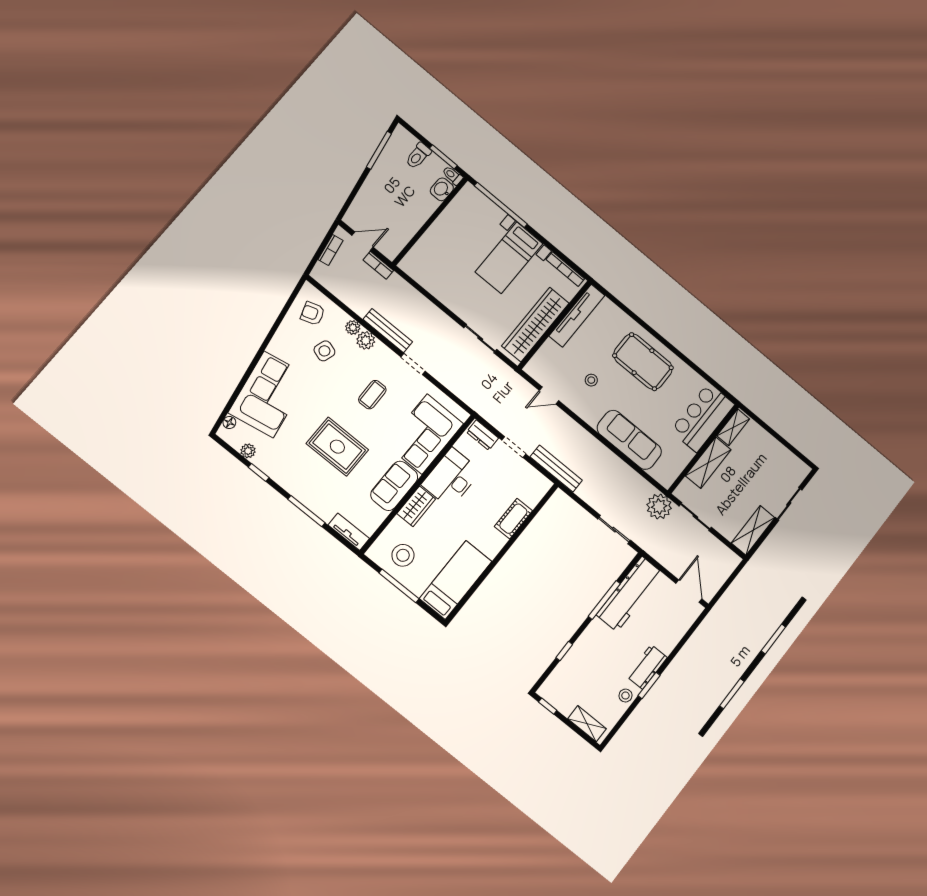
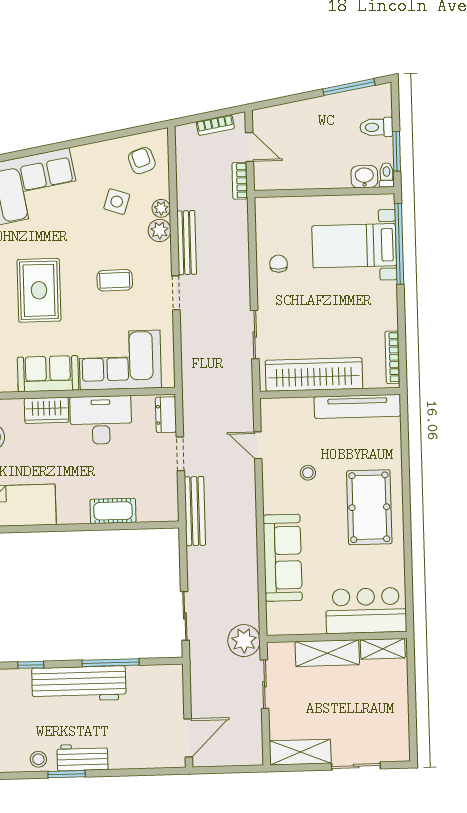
bed with nightstands: (509, 258) -> (354, 246), moved
chair: (450, 287) -> (279, 264), added
workbench: (629, 594) -> (79, 684), moved

